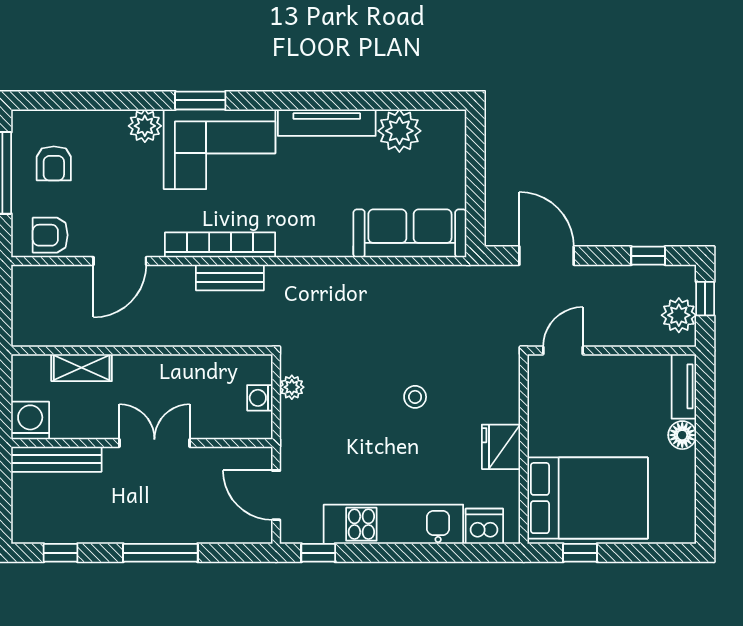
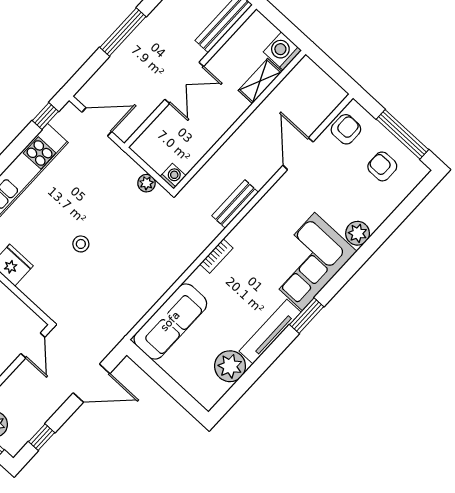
window: (200, 100) -> (307, 316), moved
bookcase: (220, 245) -> (216, 256), moved, width x0.43, depth x0.76
washing machine: (260, 398) -> (173, 176), moved
washing machine: (30, 420) -> (282, 51), moved, turned 180

